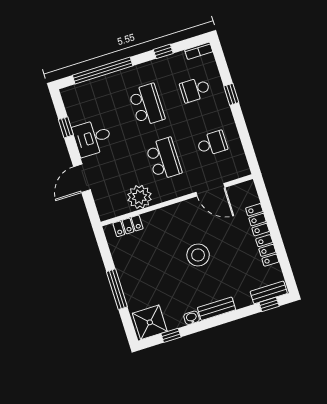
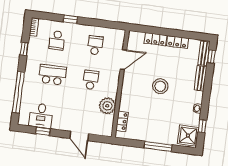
desk: (92, 138) -> (41, 116), moved
school desk: (164, 159) -> (91, 80), width x0.54
bench: (216, 309) -> (200, 78), moved

